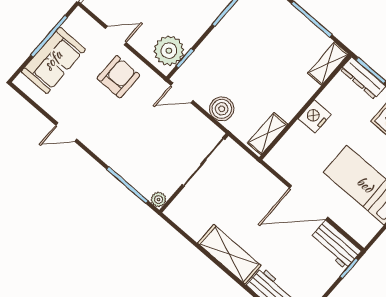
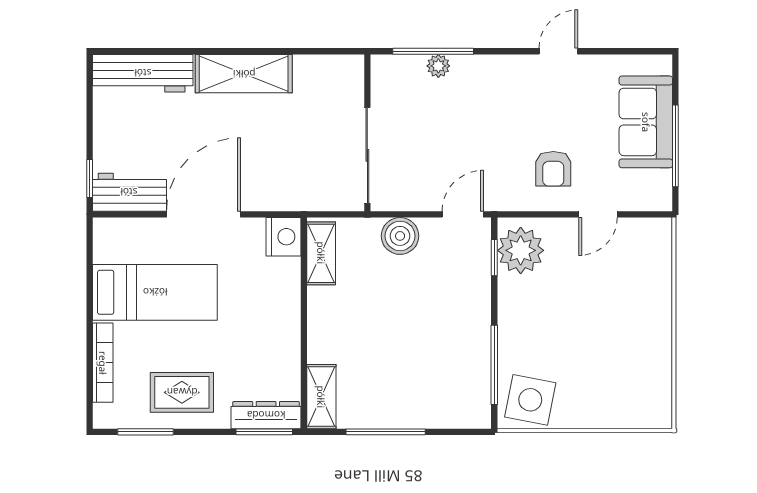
armchair: (118, 77) -> (553, 169), width x0.72, depth x0.72
nightstand: (315, 117) -> (284, 237), moved
plant: (158, 199) -> (438, 66), moved

